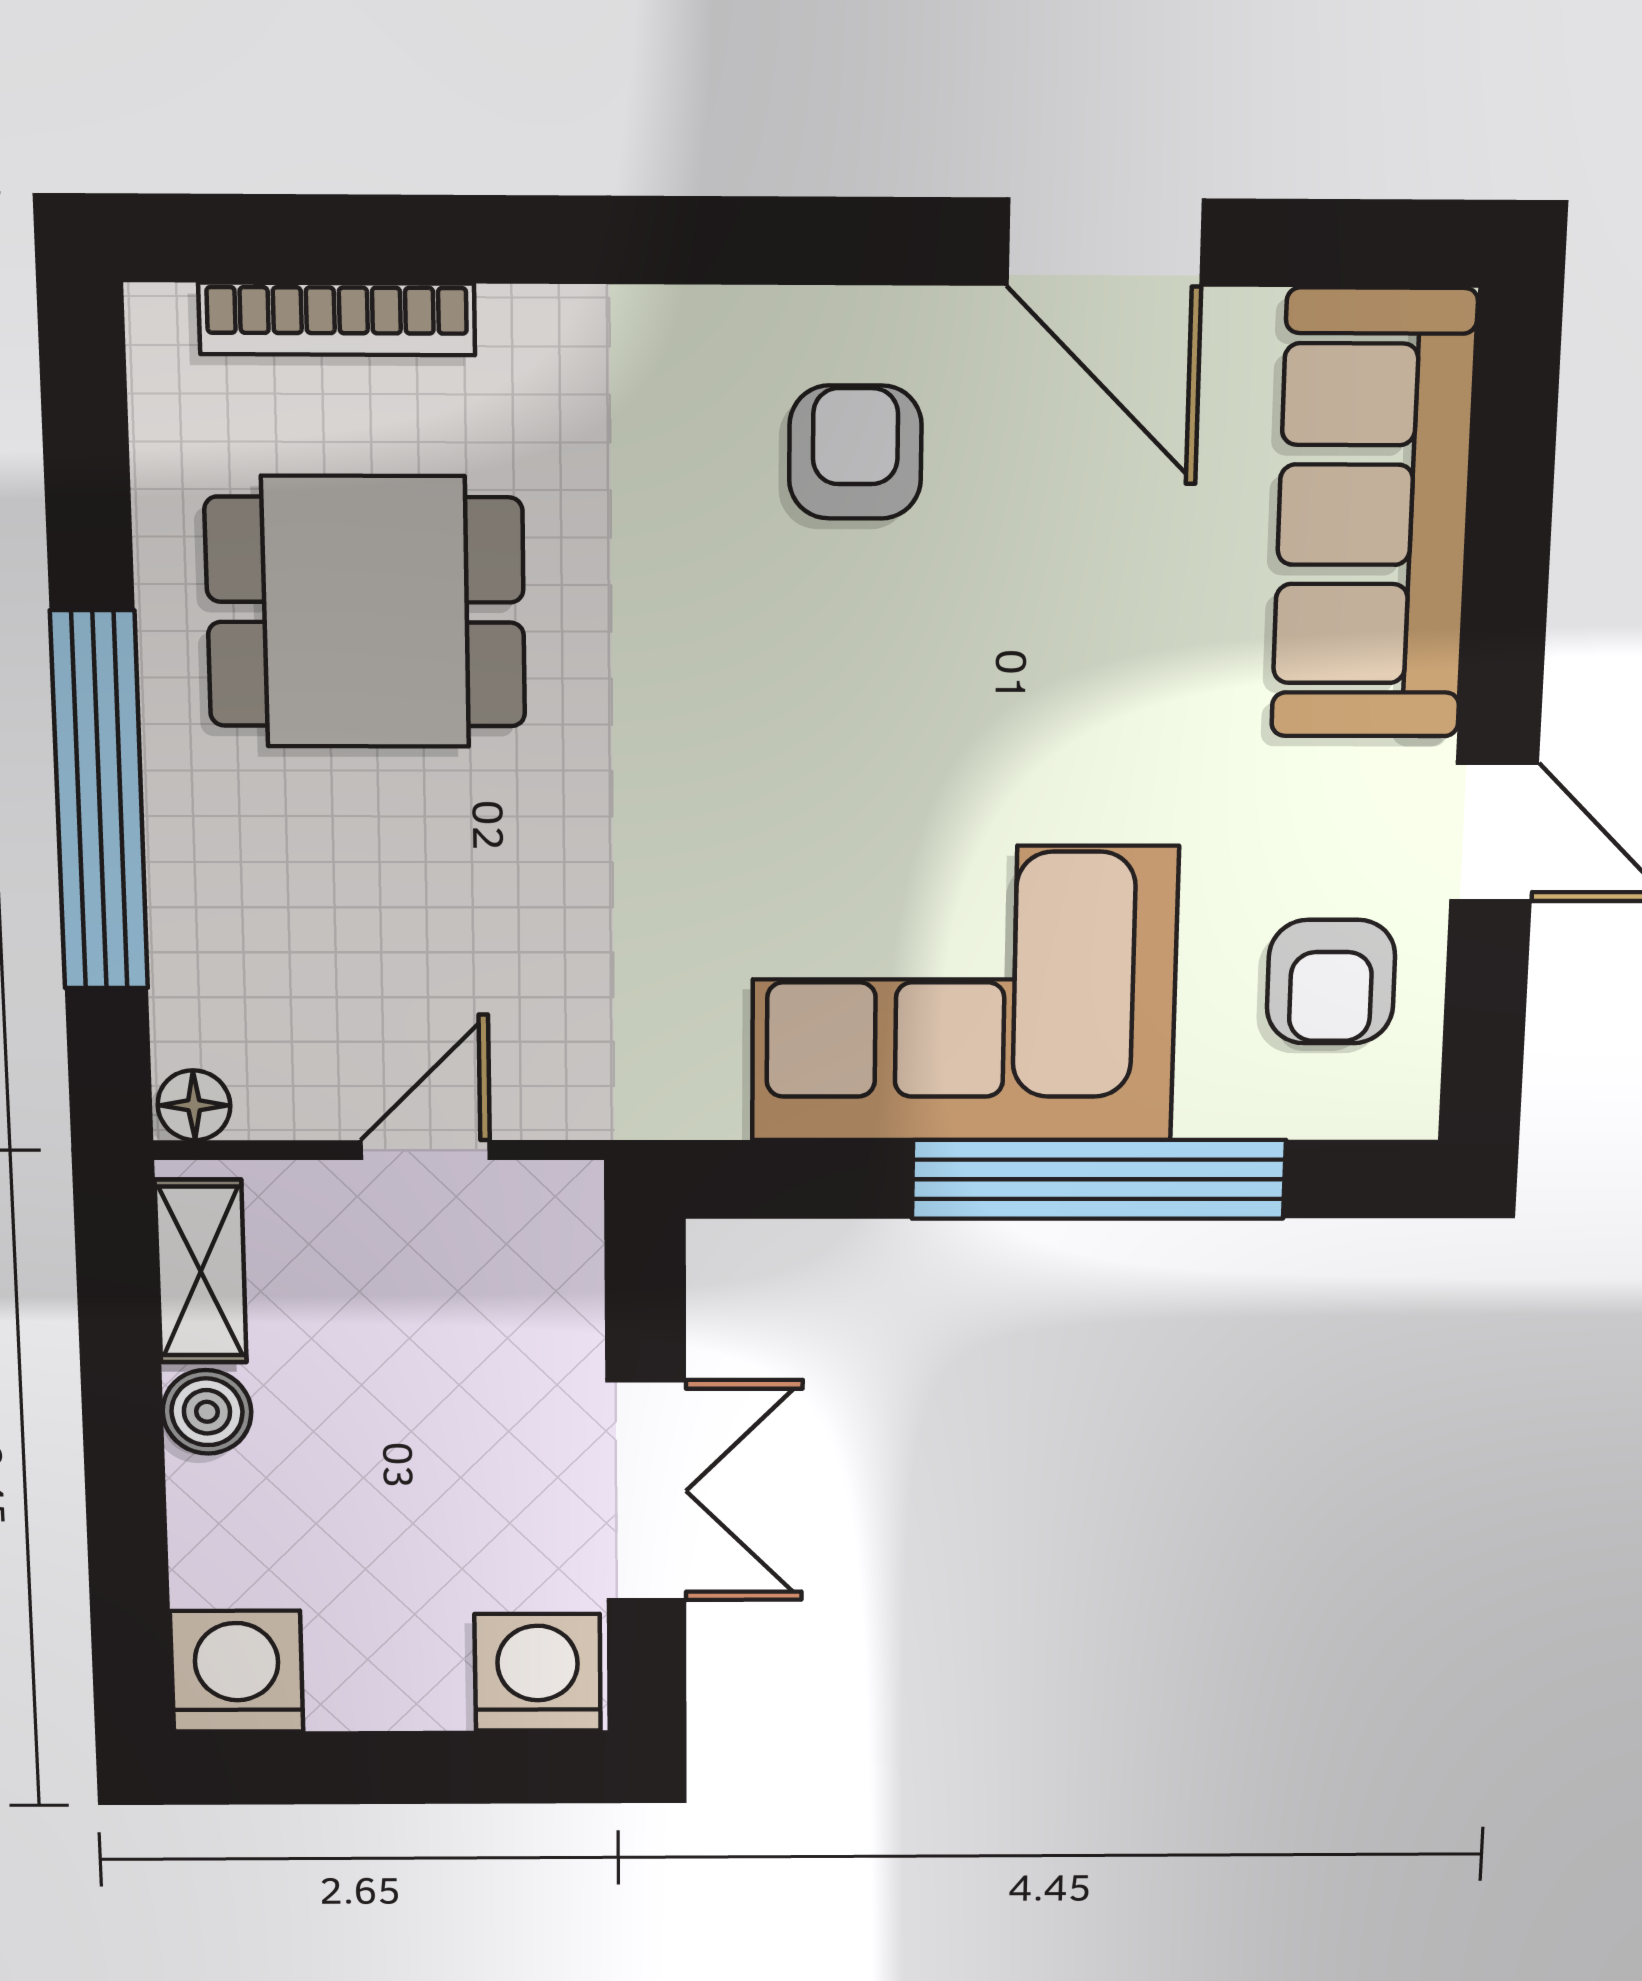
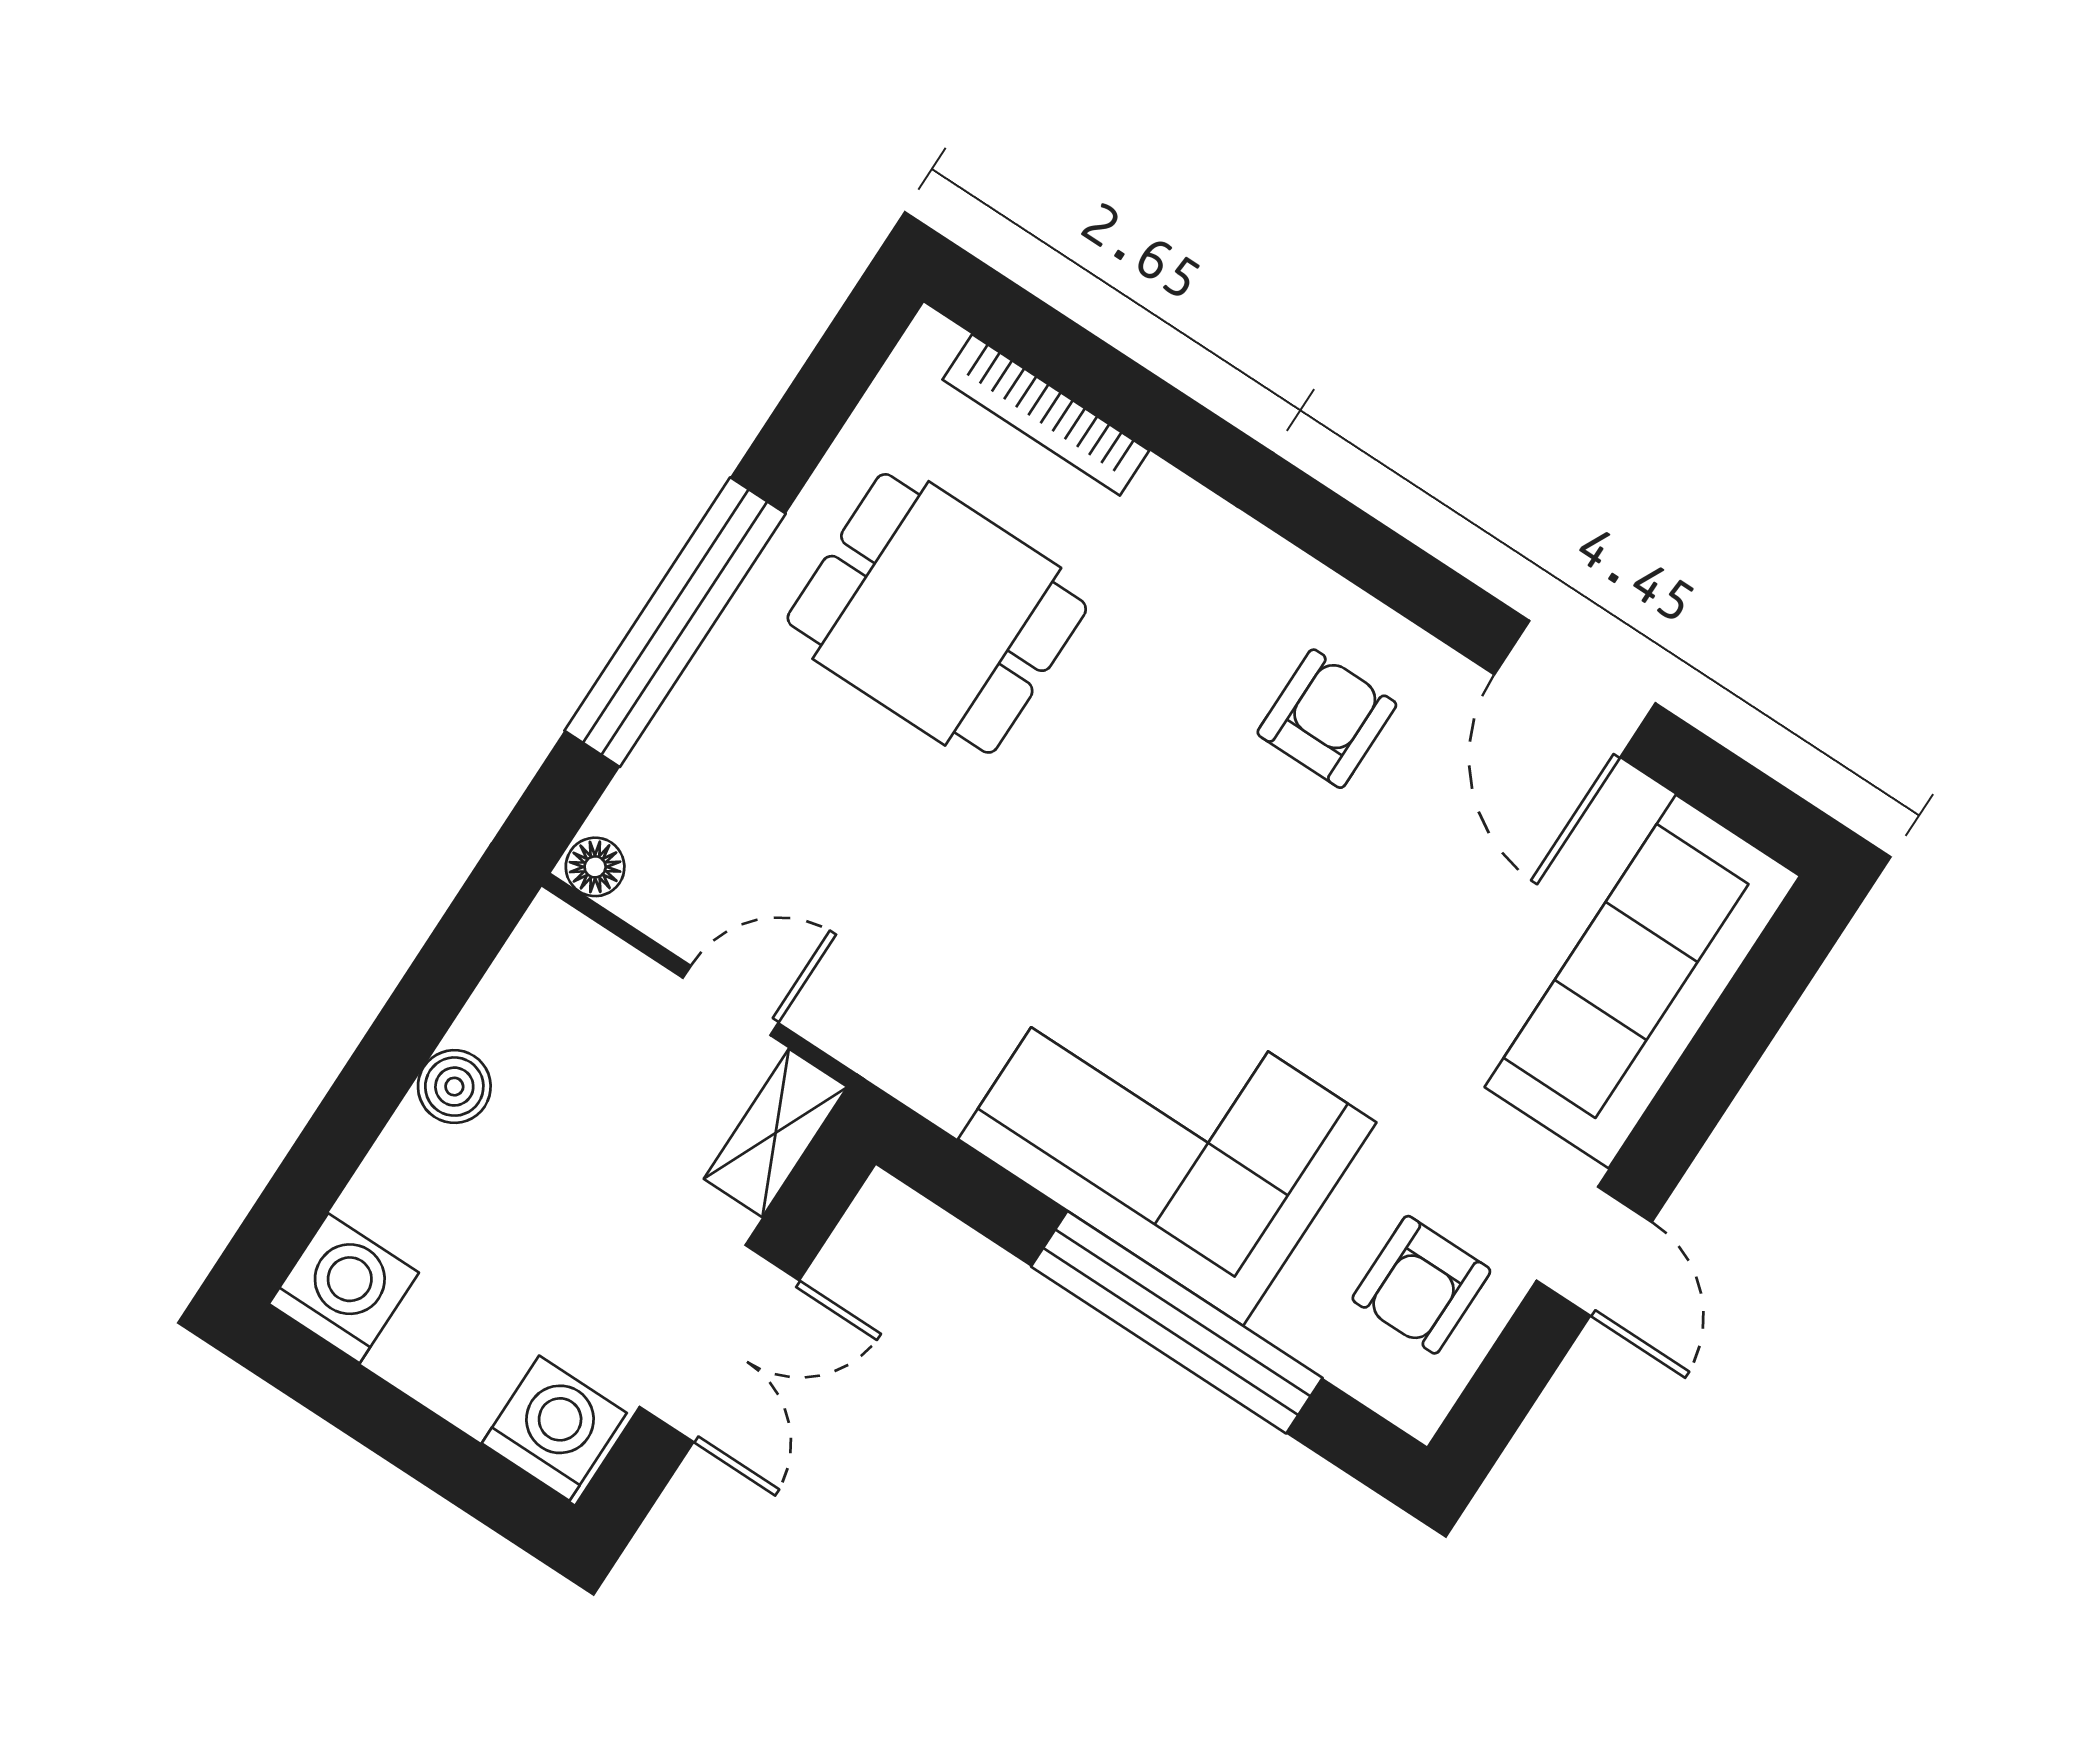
shelving: (201, 1271) -> (776, 1133), moved

